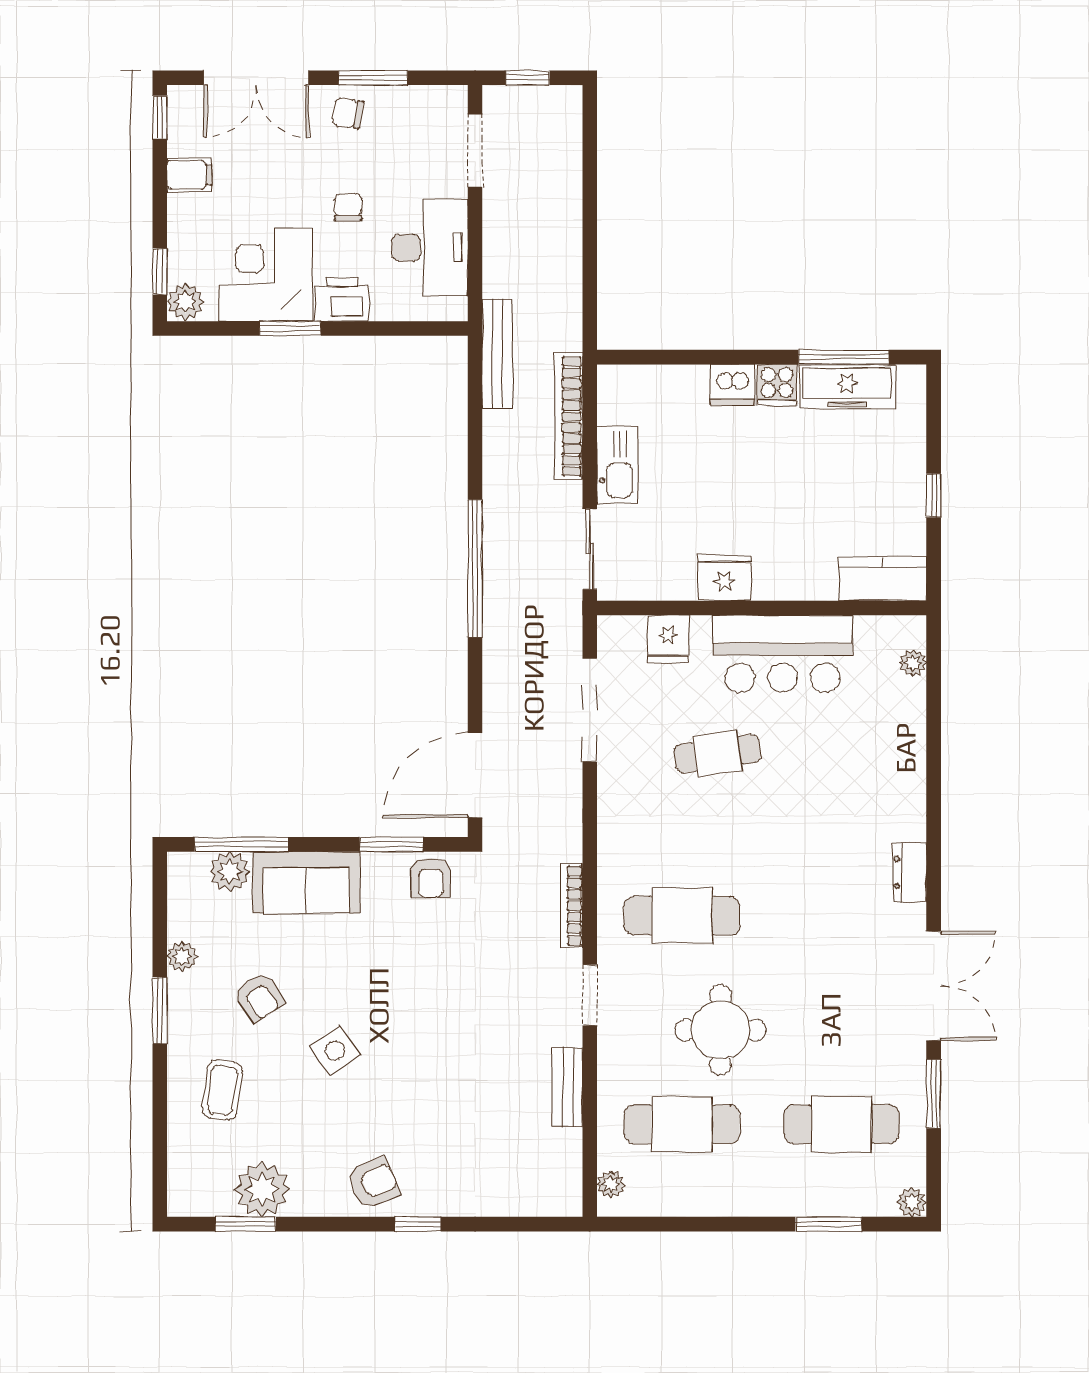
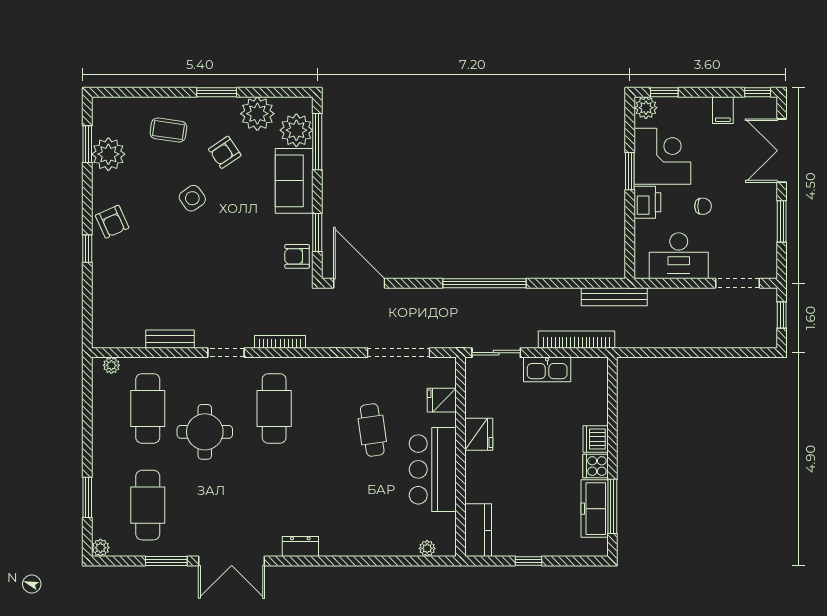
chair: (348, 113) -> (760, 206), removed
plant: (230, 872) -> (296, 130), width x1.36, depth x1.36
plant: (182, 956) -> (257, 114), width x1.88, depth x1.88

